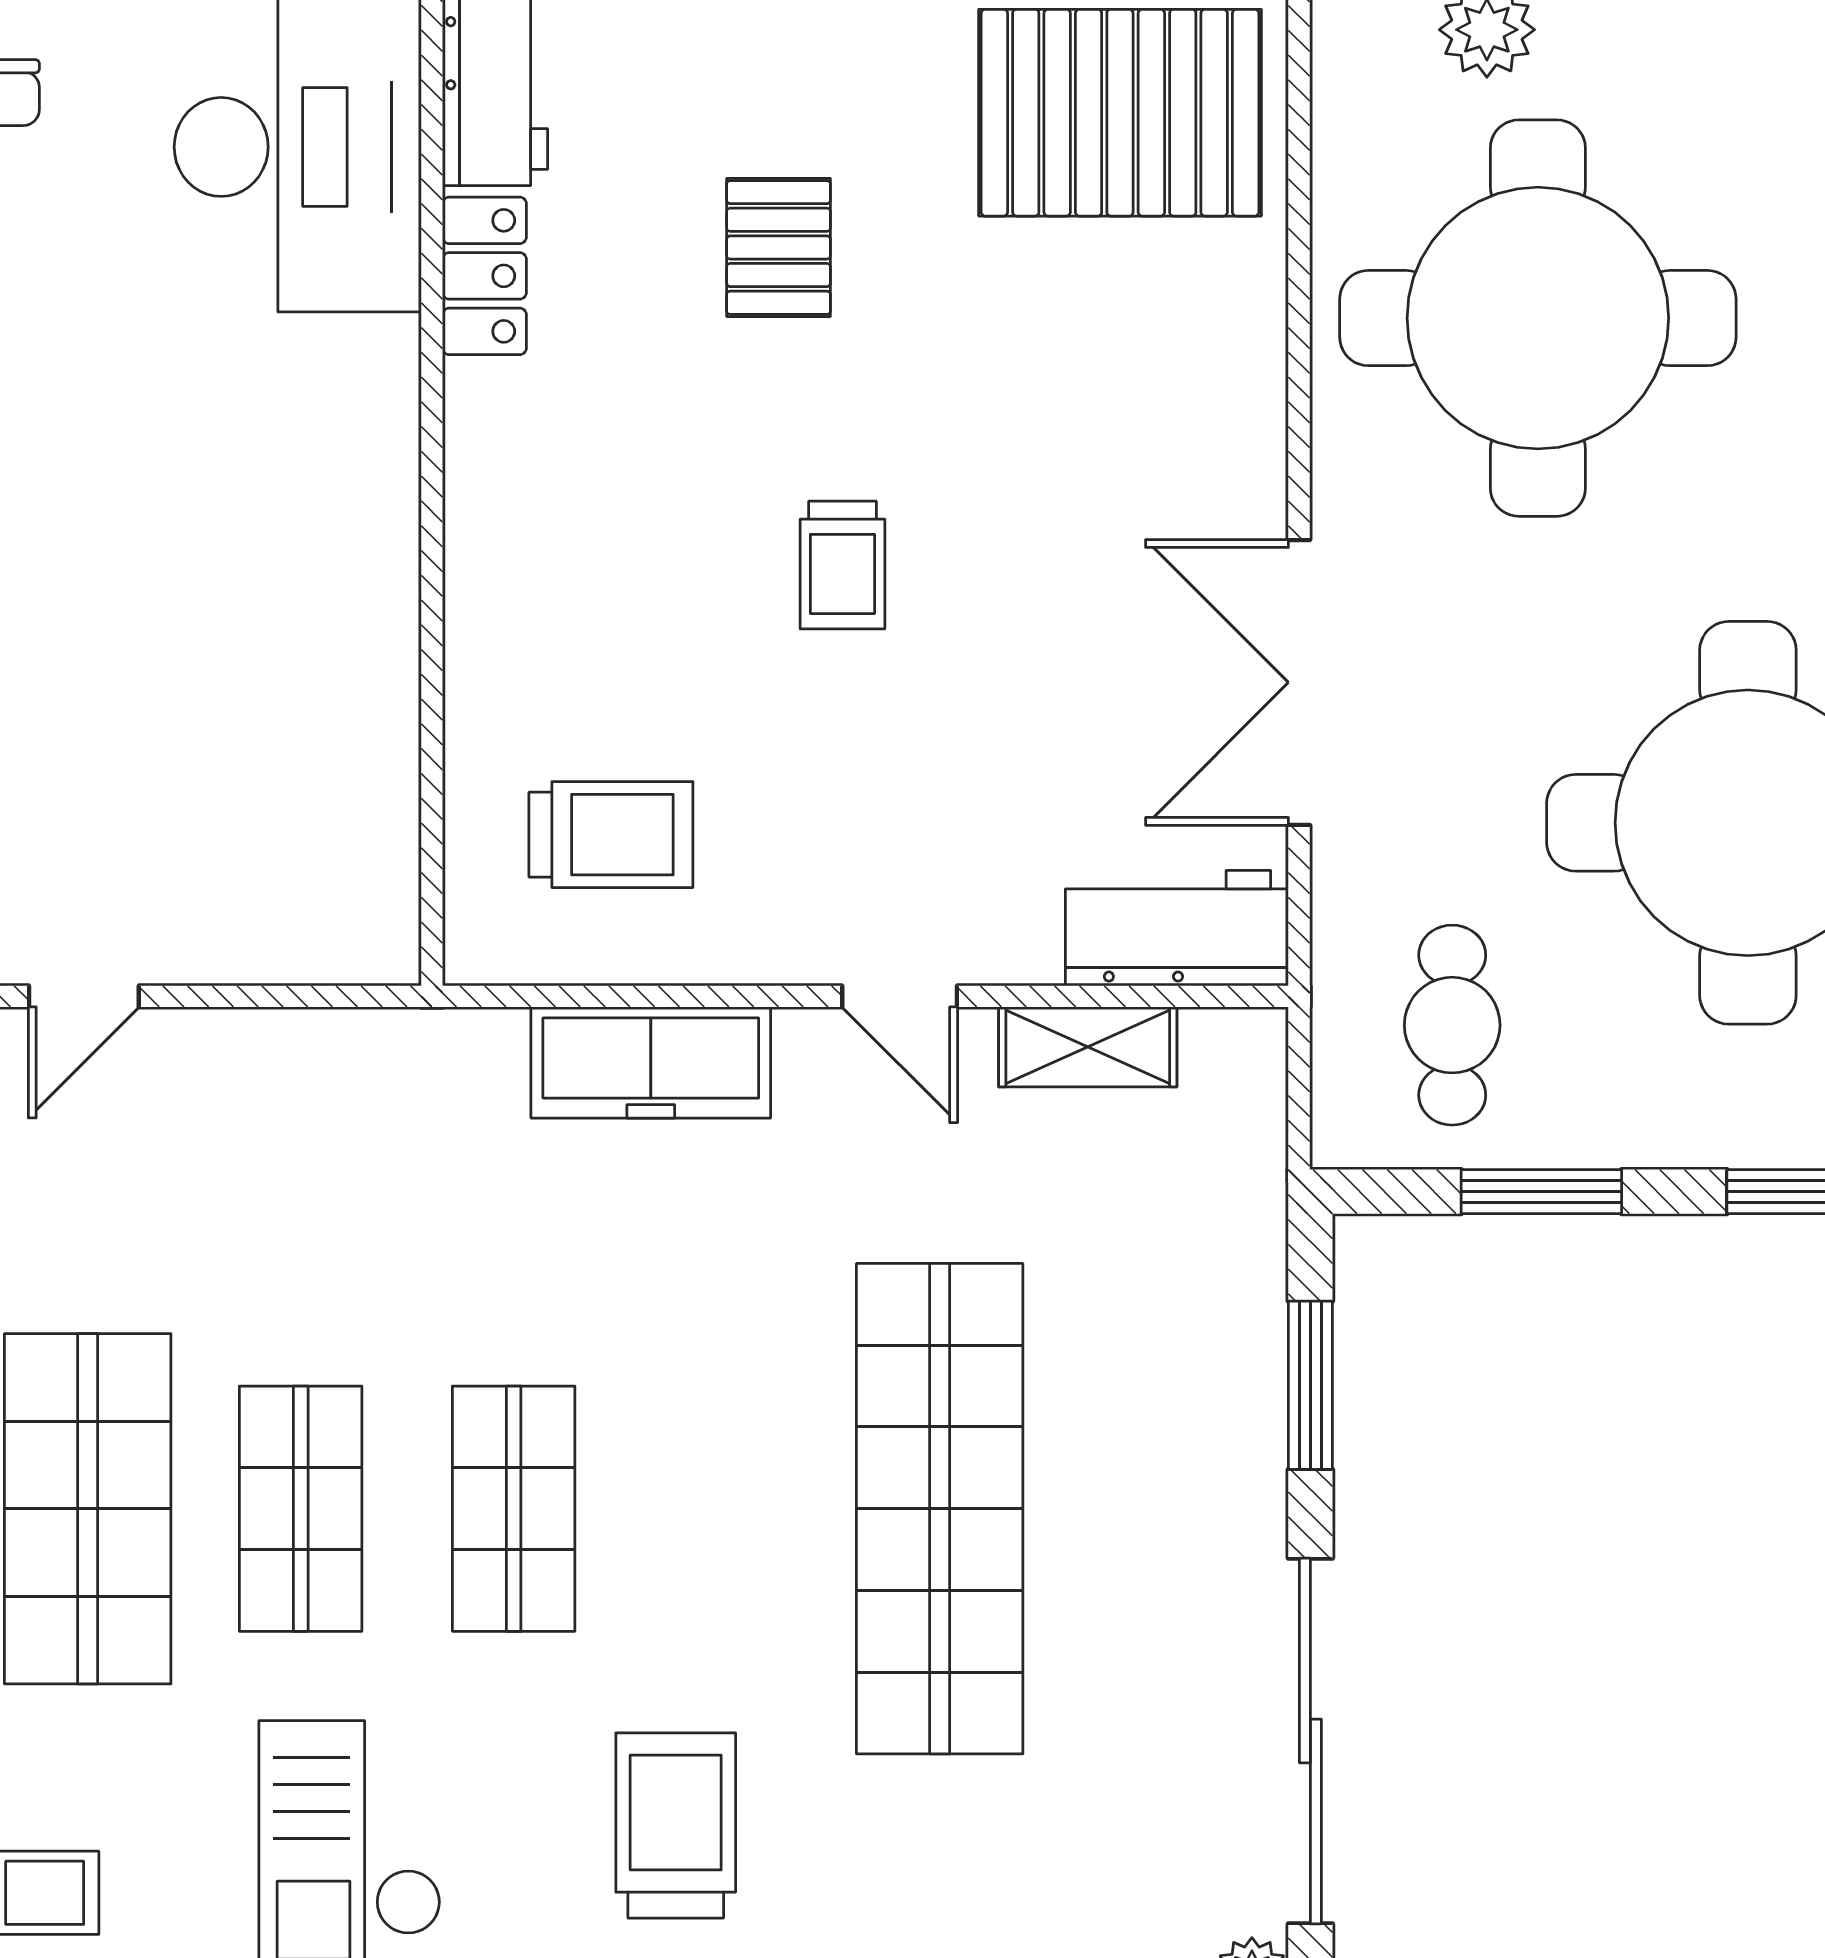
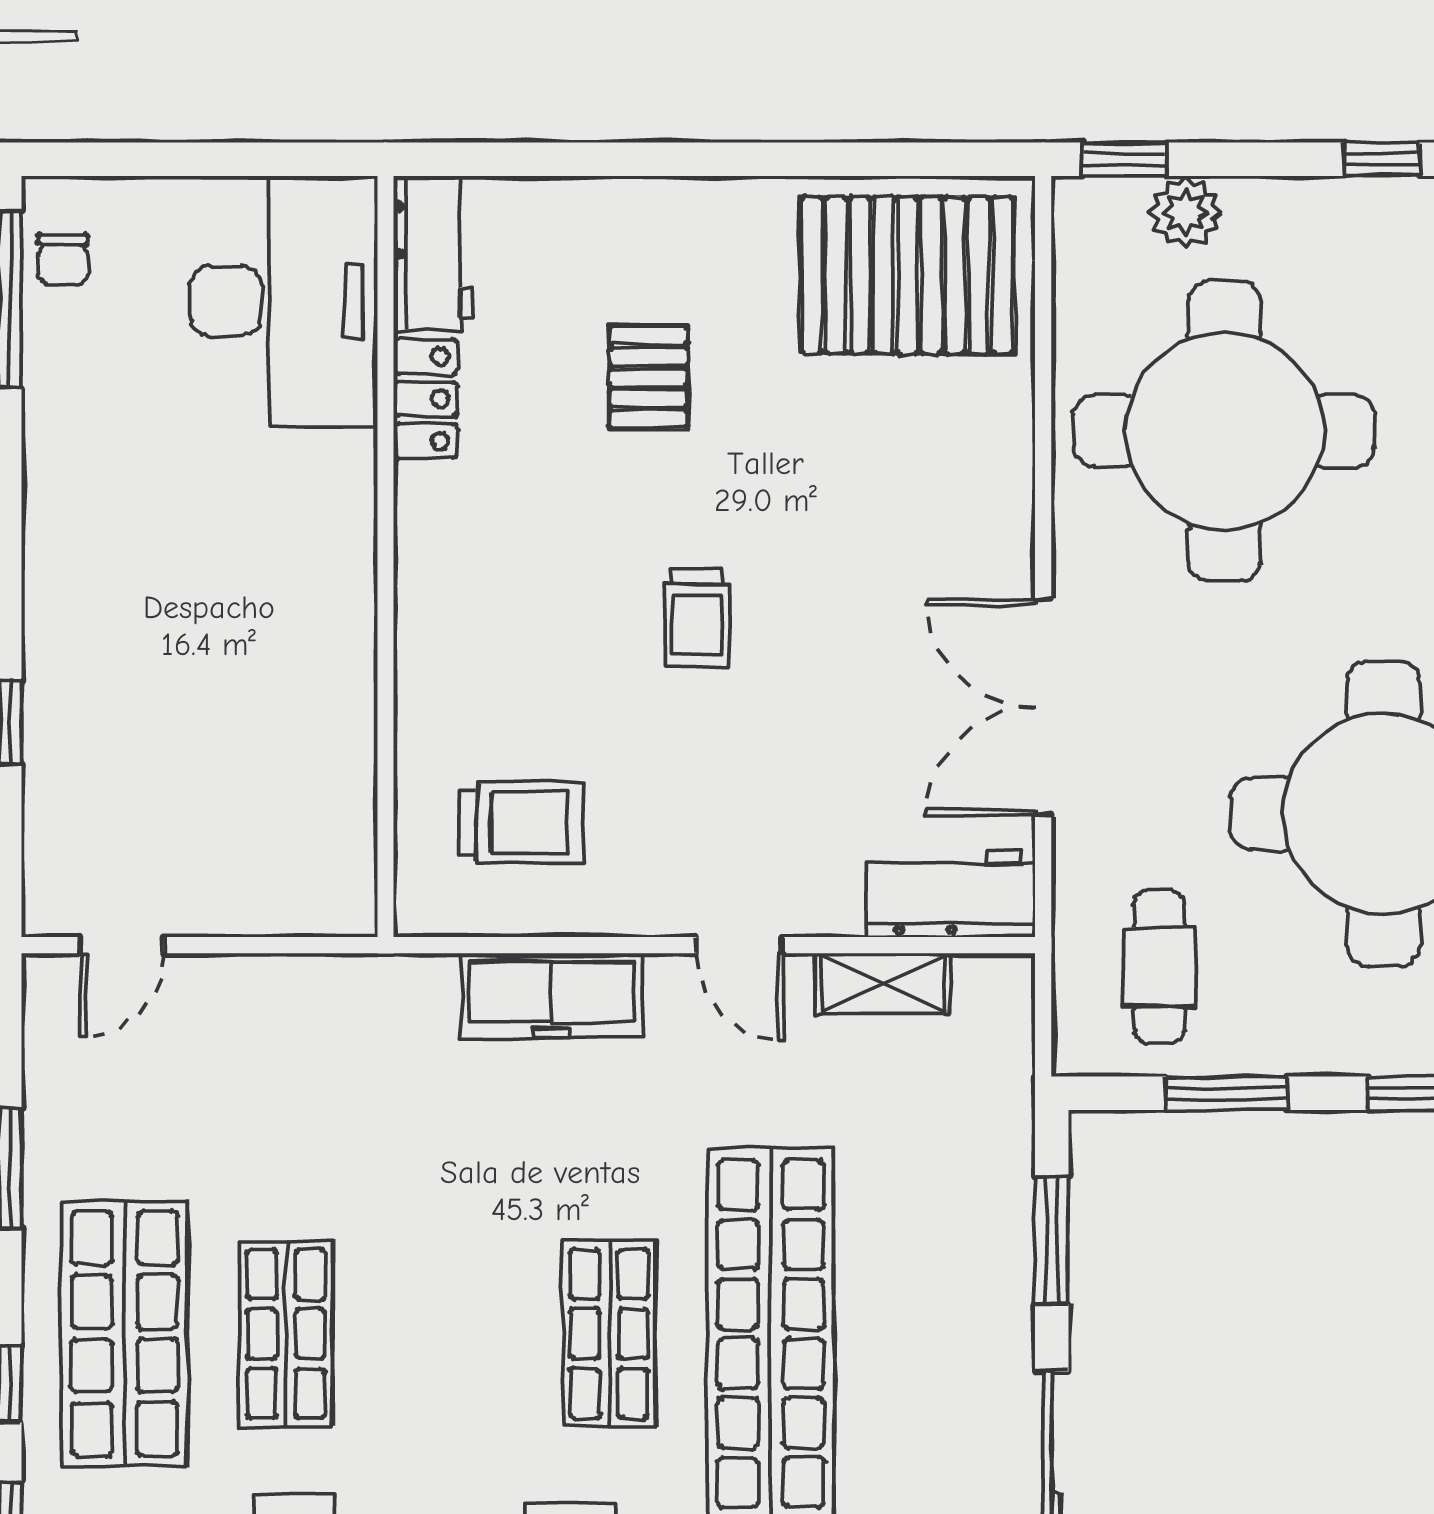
shop shelf: (514, 1509) -> (609, 1334), moved

